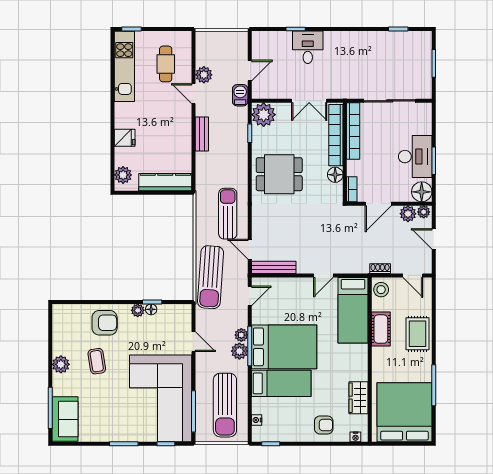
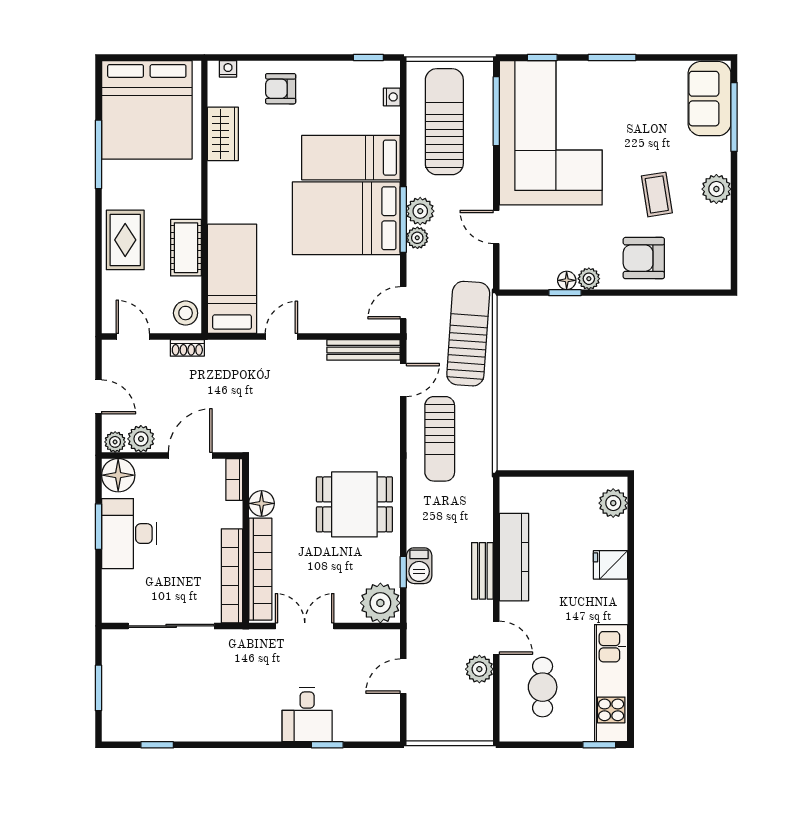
barbecue: (240, 95) -> (419, 566), moved
kitchen counter: (165, 182) -> (514, 557), moved, turned -90
door: (250, 249) -> (403, 380), hinge flipped

